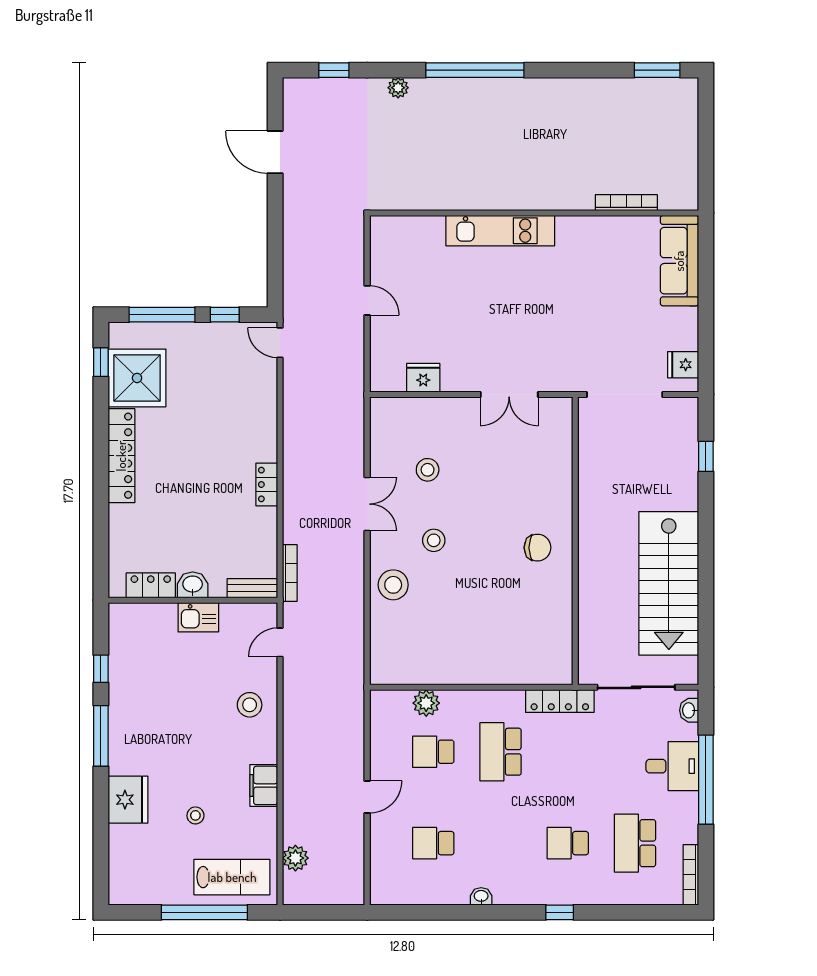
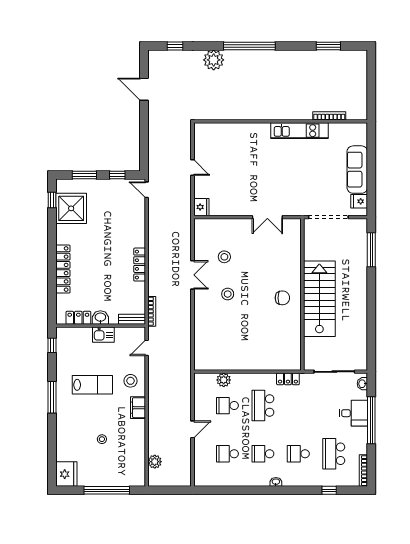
window: (657, 70) -> (328, 46), moved
plant: (398, 88) -> (214, 60), width x1.88, depth x1.88
kitchen unit: (500, 231) -> (299, 131), moved
sofa: (679, 261) -> (357, 170), moved
window: (162, 315) -> (84, 175), width x0.69
fridge: (423, 378) -> (201, 207), moved, turned 90
locker: (121, 456) -> (63, 269), moved
window: (706, 456) -> (371, 250), width x2.17
locker: (267, 484) -> (140, 265), width x1.53
stairs: (669, 583) -> (319, 299), moved, turned 180
stool: (393, 585) -> (206, 317), removed
window: (101, 669) -> (52, 345), moved
locker: (560, 701) -> (288, 379), width x0.66
filing cabinet: (264, 785) -> (138, 408), moved
fridge: (128, 800) -> (66, 474), moved
school desk: (501, 843) -> (263, 454), added
lab bench: (232, 877) -> (92, 385), moved
washbasin: (481, 896) -> (276, 482), moved
window: (560, 912) -> (329, 490), moved

